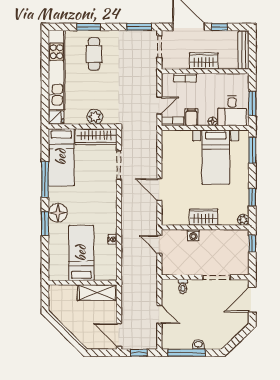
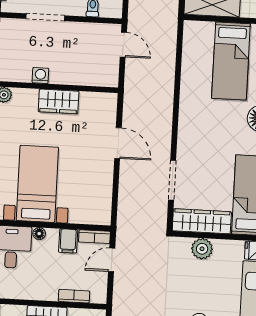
washing machine: (193, 235) -> (40, 76), moved
nightstand: (112, 239) -> (187, 78), removed
door: (159, 244) -> (123, 45), moved

